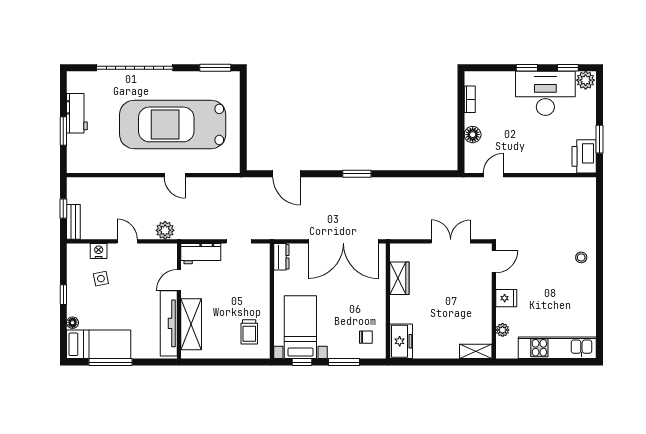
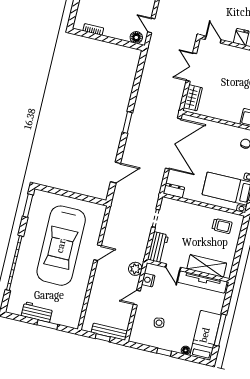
floor lamp: (473, 135) -> (136, 37), moved
bench: (73, 222) -> (109, 332), width x1.36
nightstand: (99, 251) -> (148, 280), moved
wardrobe: (399, 278) -> (193, 98), moved, turned 90

